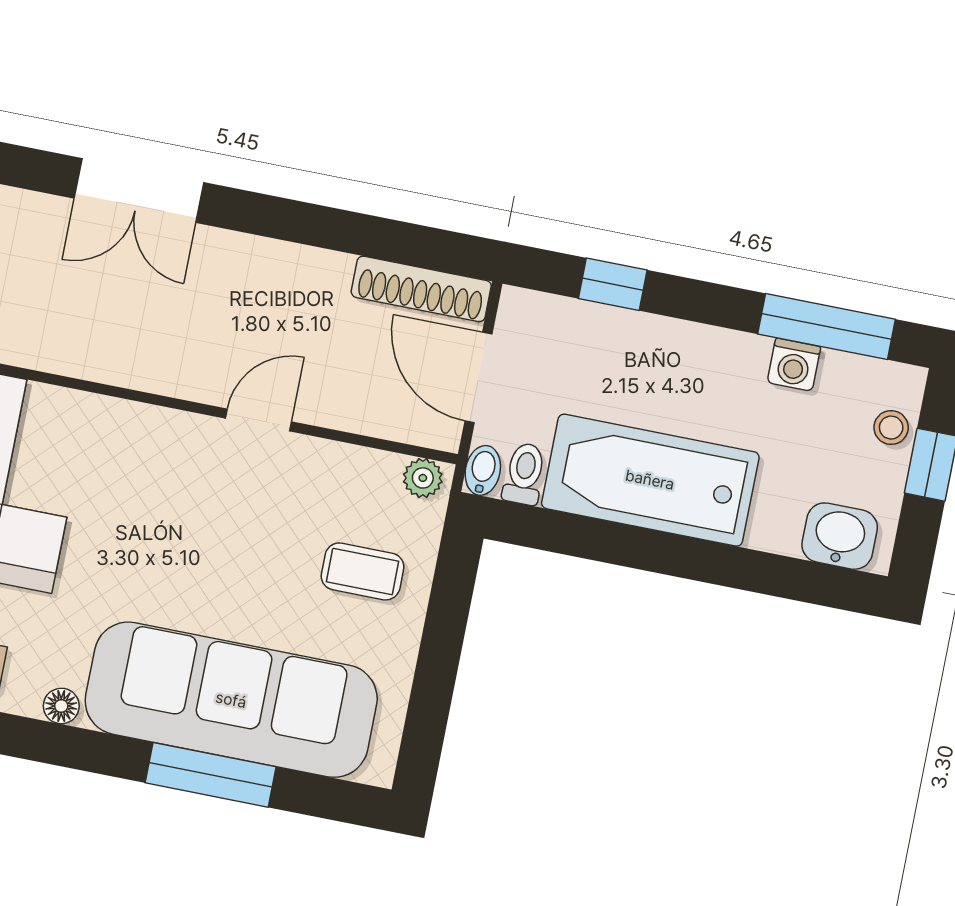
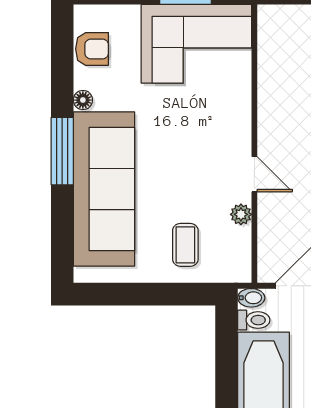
plant: (423, 478) -> (241, 214), moved
window: (211, 775) -> (62, 151), moved

